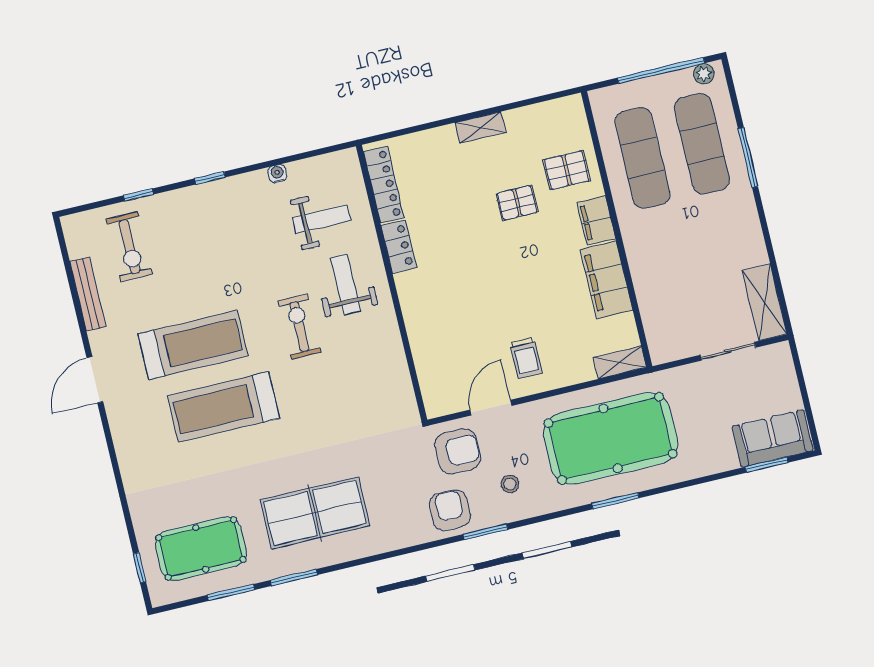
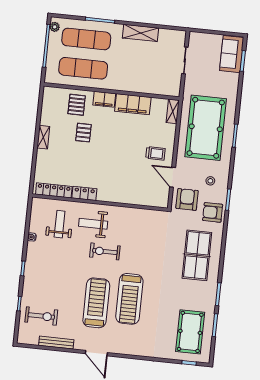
shelving: (765, 302) -> (141, 33), moved
table tennis table: (315, 513) -> (197, 255), moved

